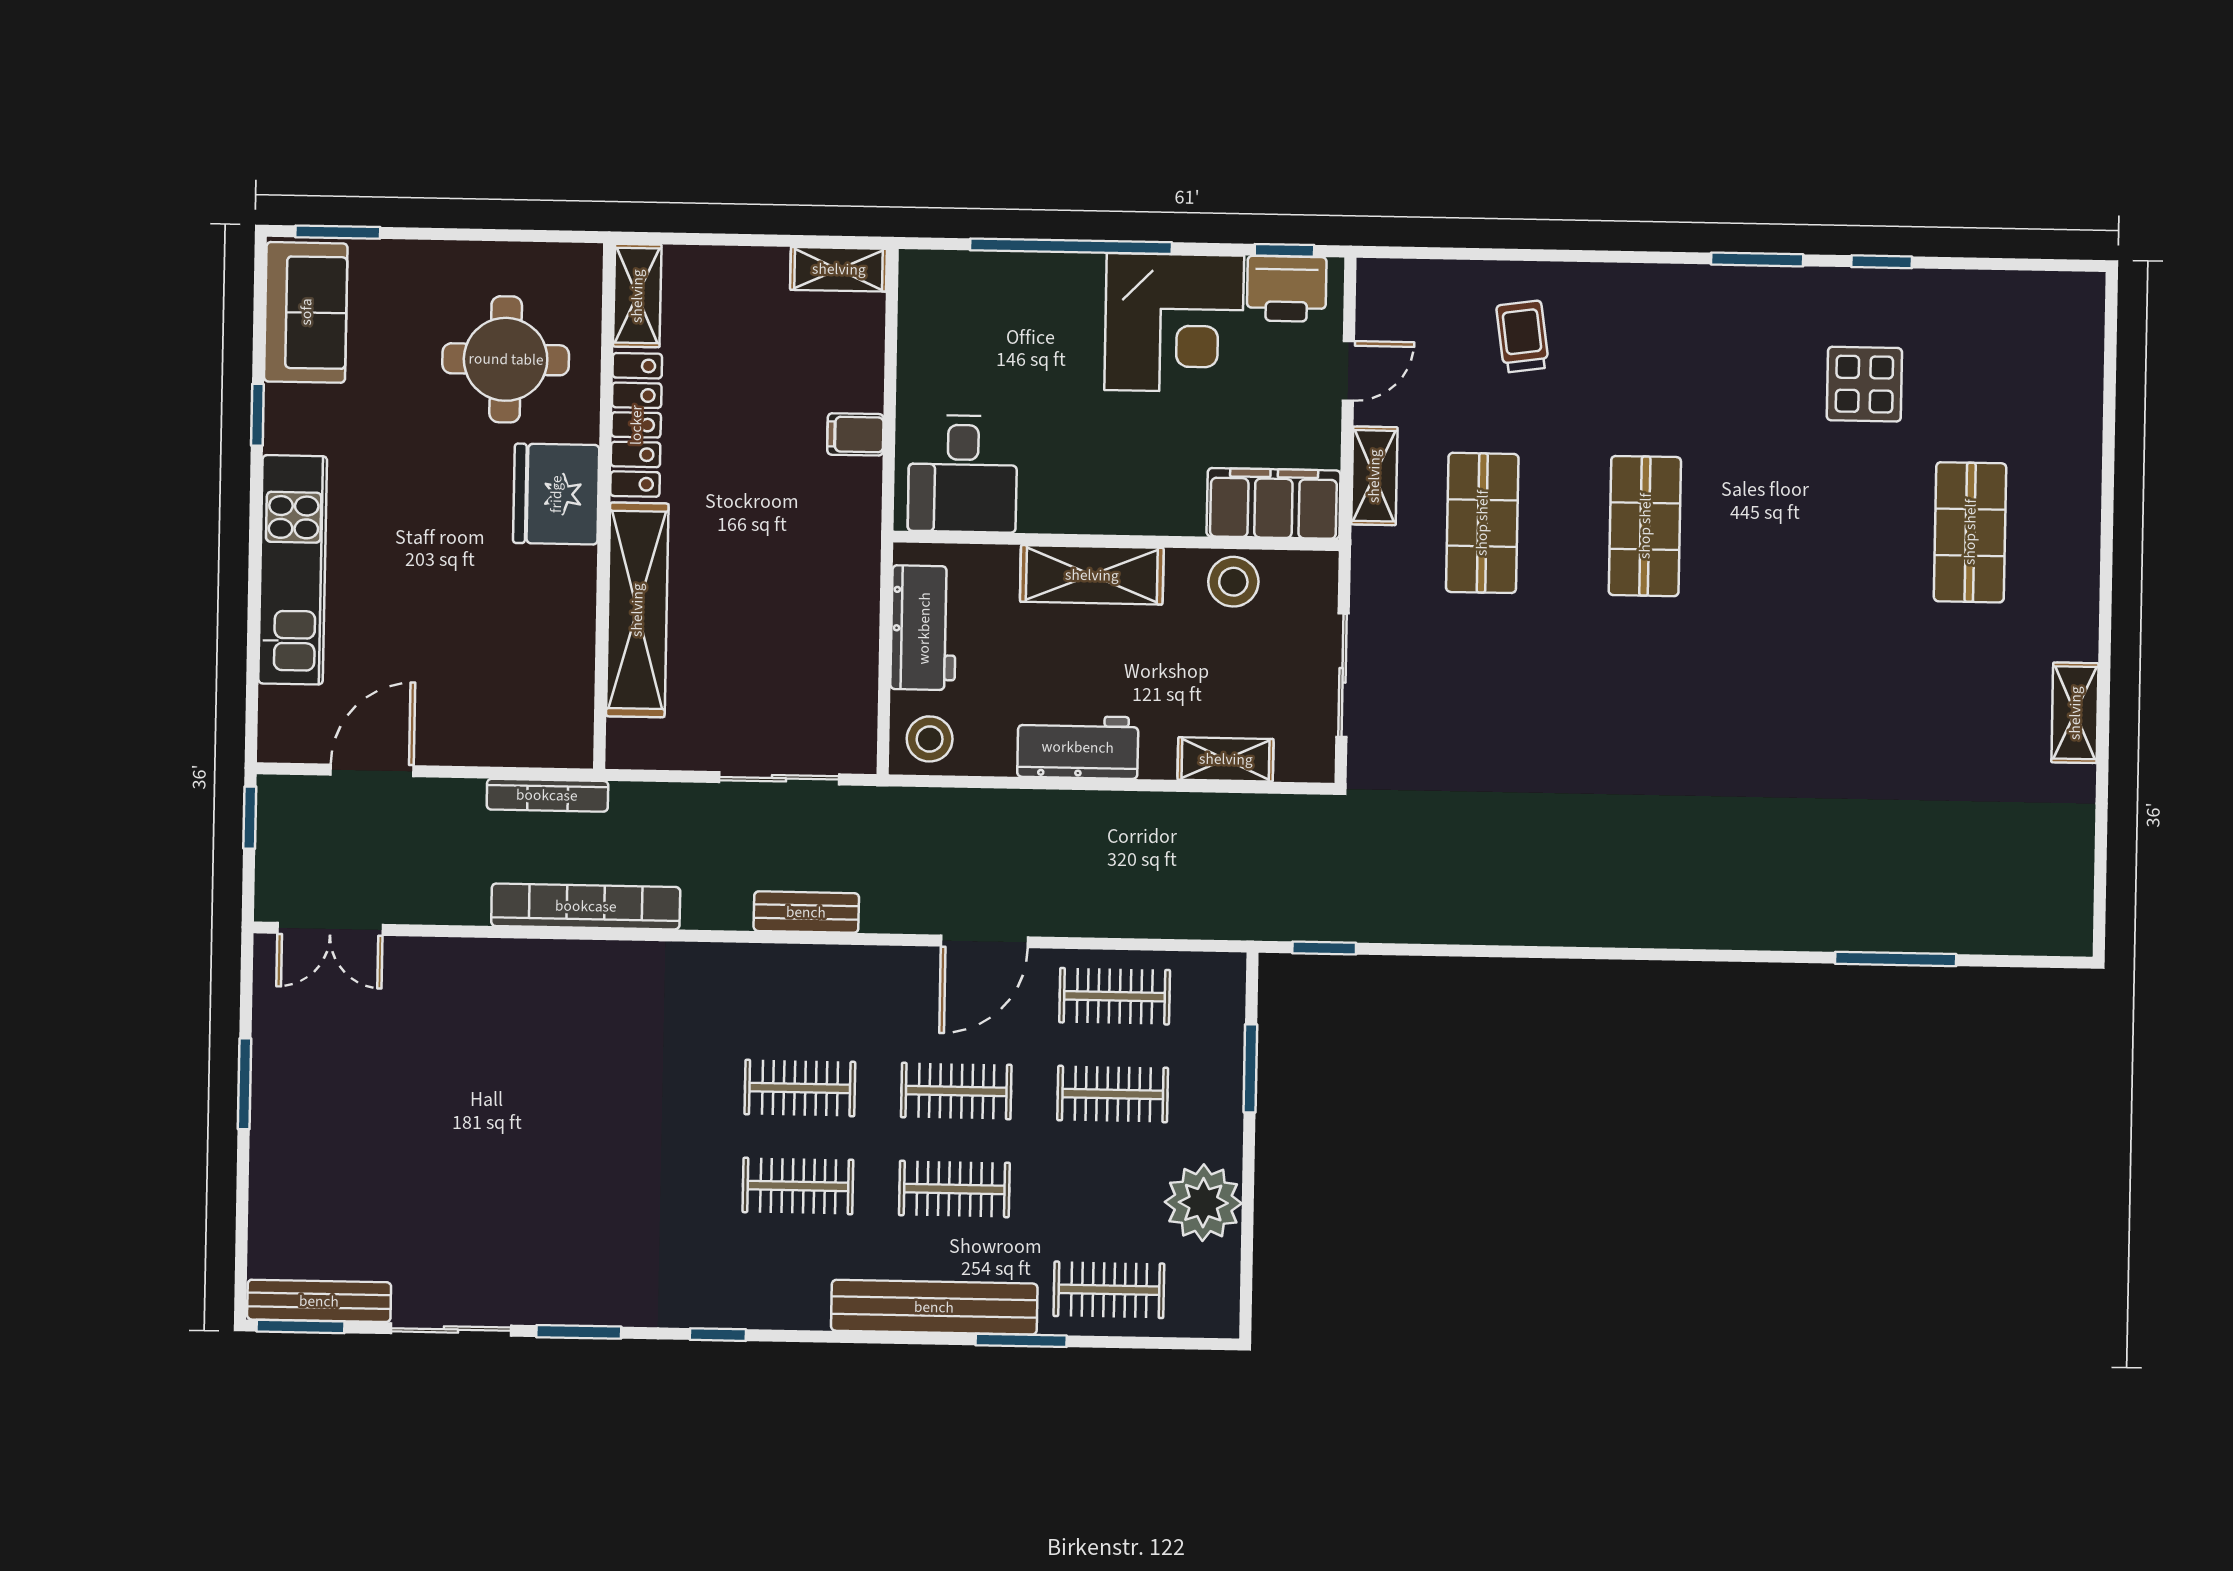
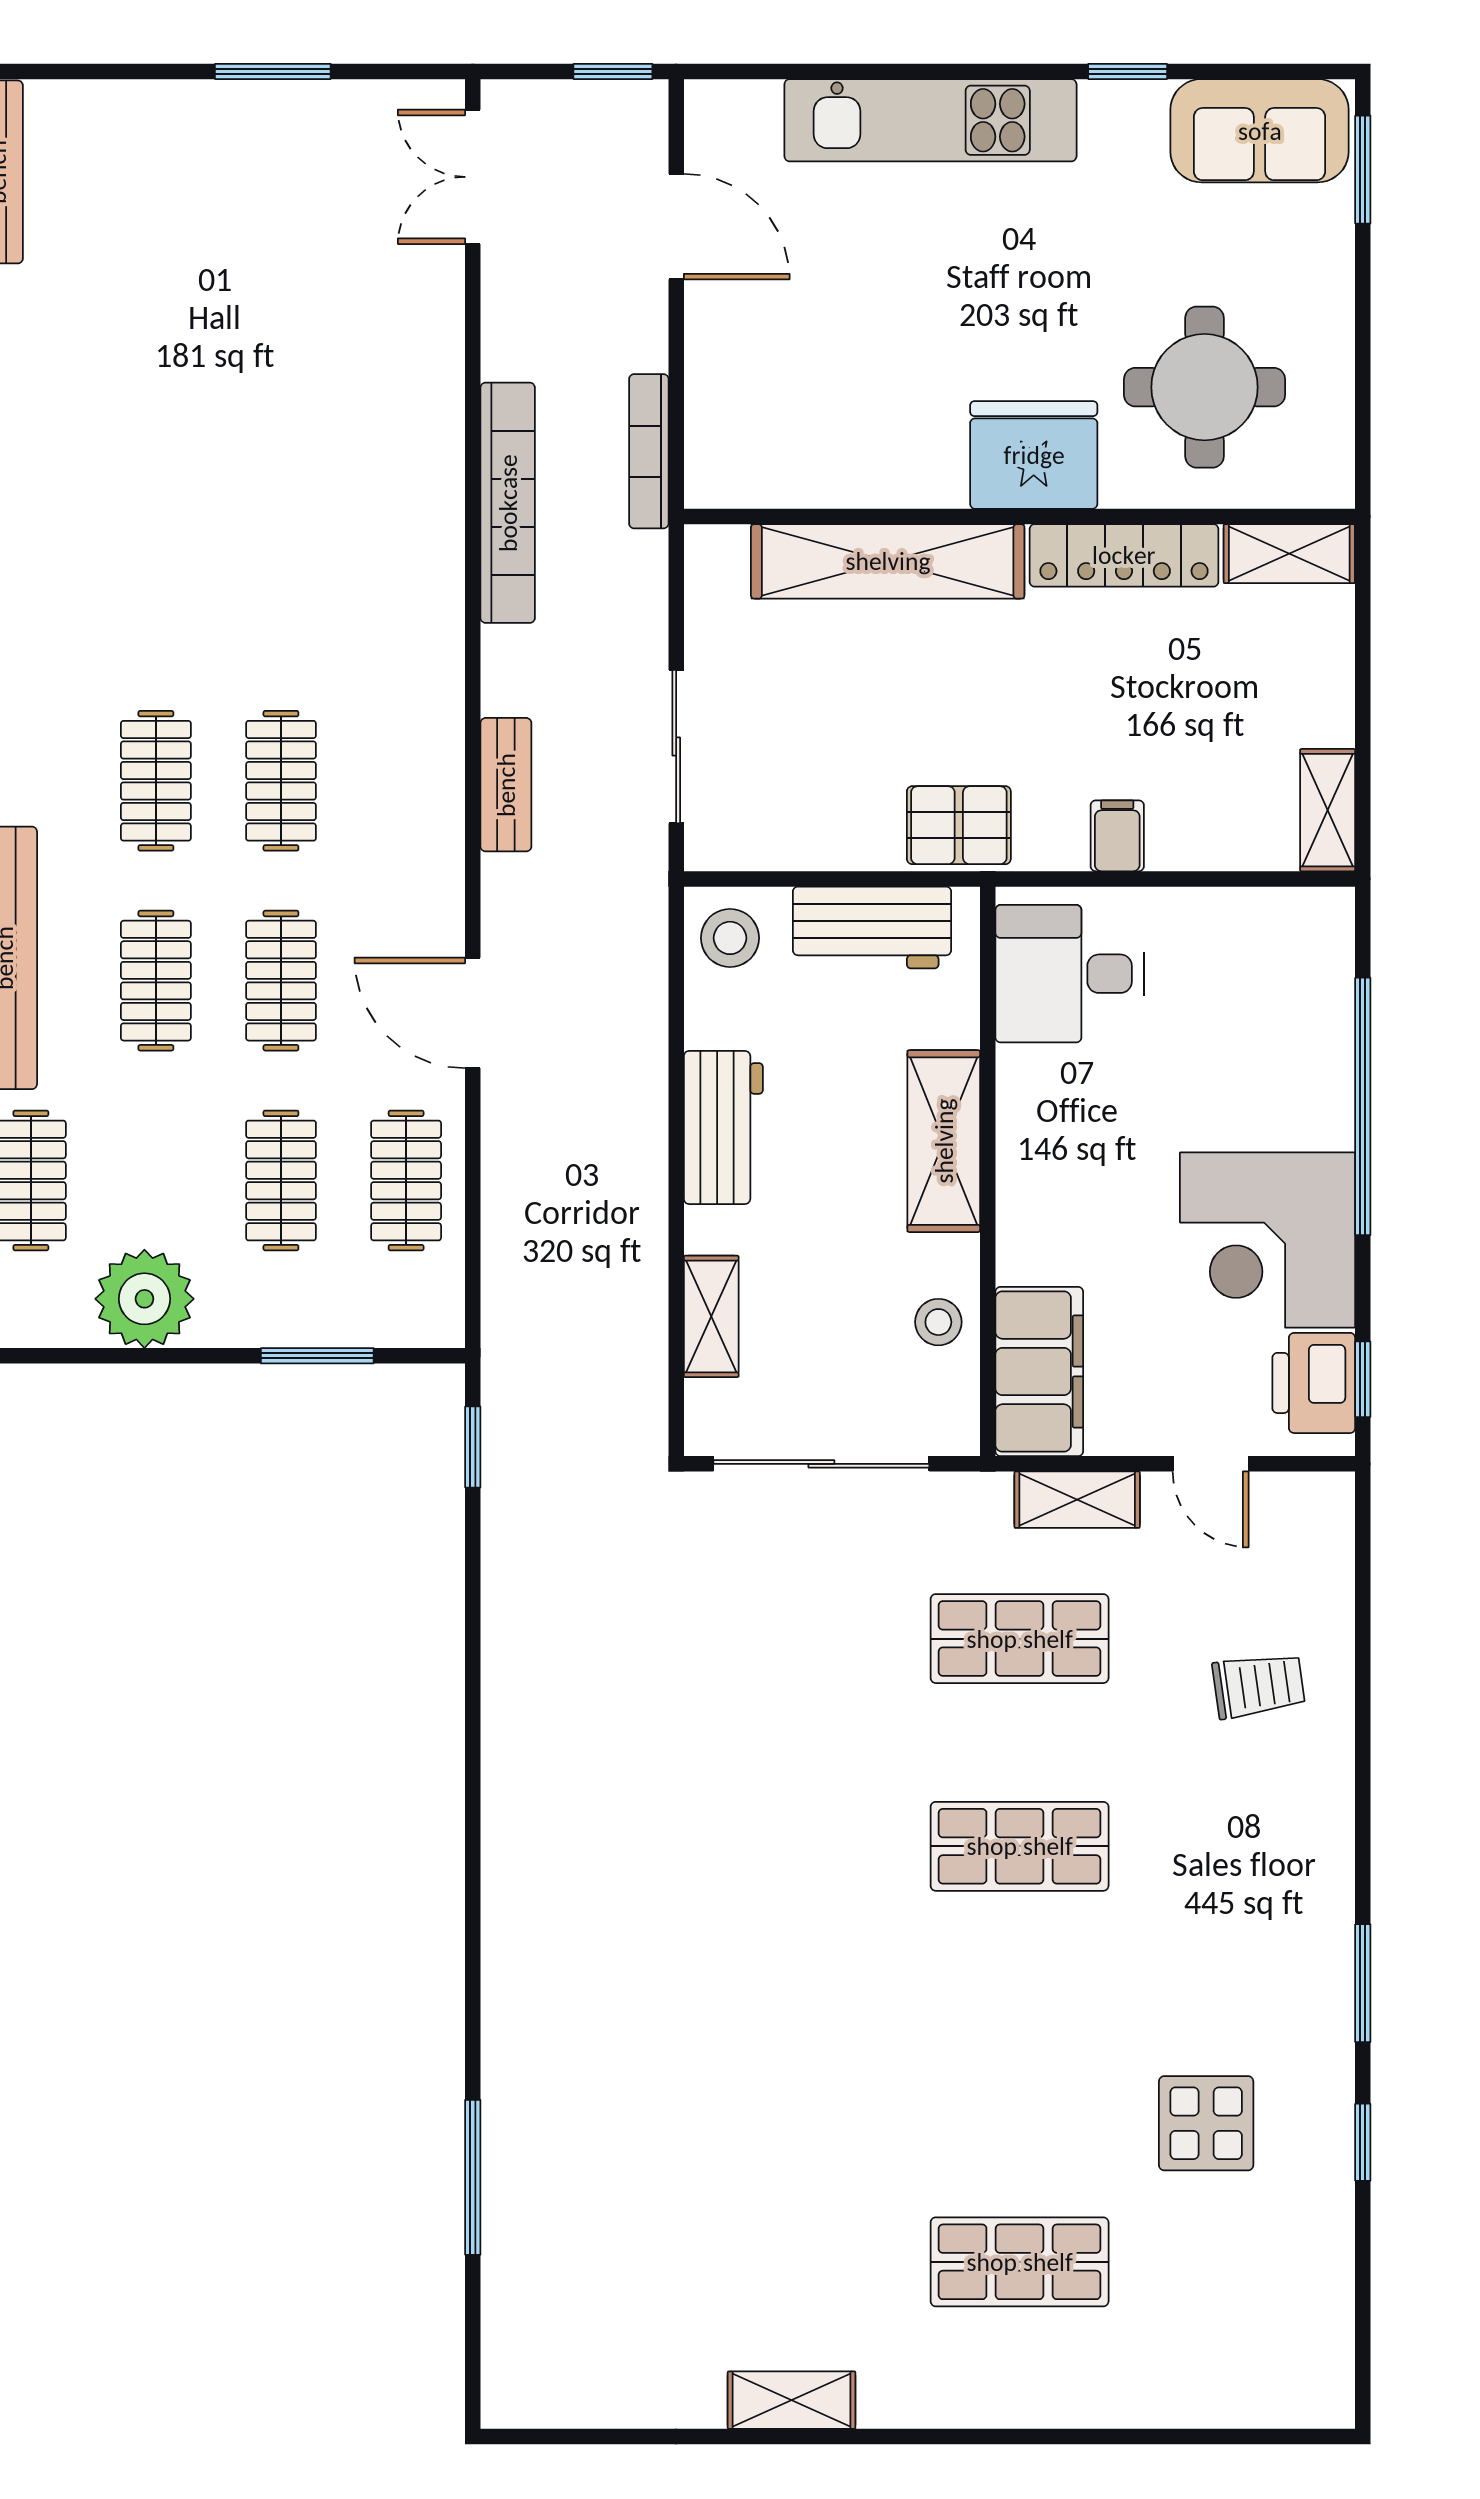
pallet: (845, 558) -> (959, 825), added
stool: (1233, 582) -> (938, 1322), width x0.73, depth x0.73
sliding door: (1343, 675) -> (821, 1464), width x1.37

